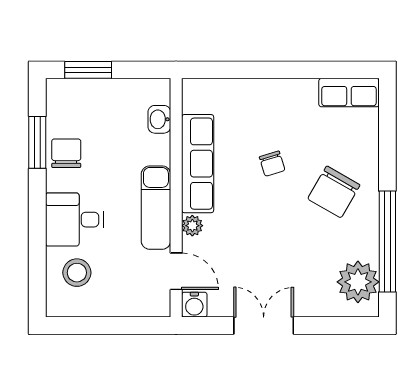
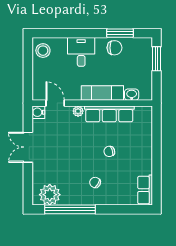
chair: (334, 192) -> (95, 182), width x0.54, depth x0.54
exam couch: (156, 208) -> (102, 93), moved
door: (176, 271) -> (55, 103), swing flipped
stool: (77, 273) -> (43, 51), moved
double door: (264, 326) -> (28, 147), swing flipped

